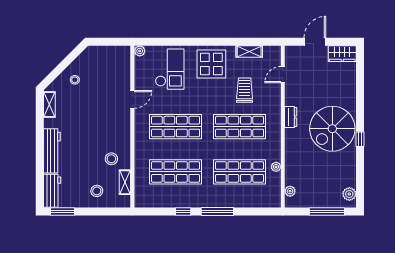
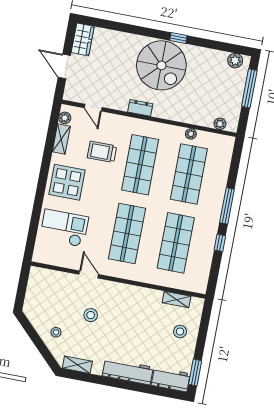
plant: (140, 51) -> (65, 118), moved
stool: (111, 159) -> (91, 315), moved

